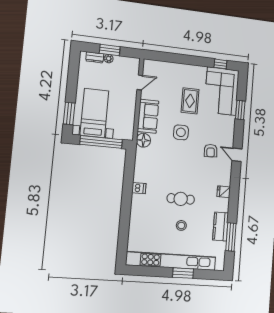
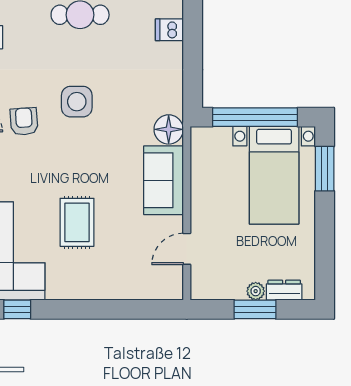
side table: (181, 132) -> (77, 102), moved

